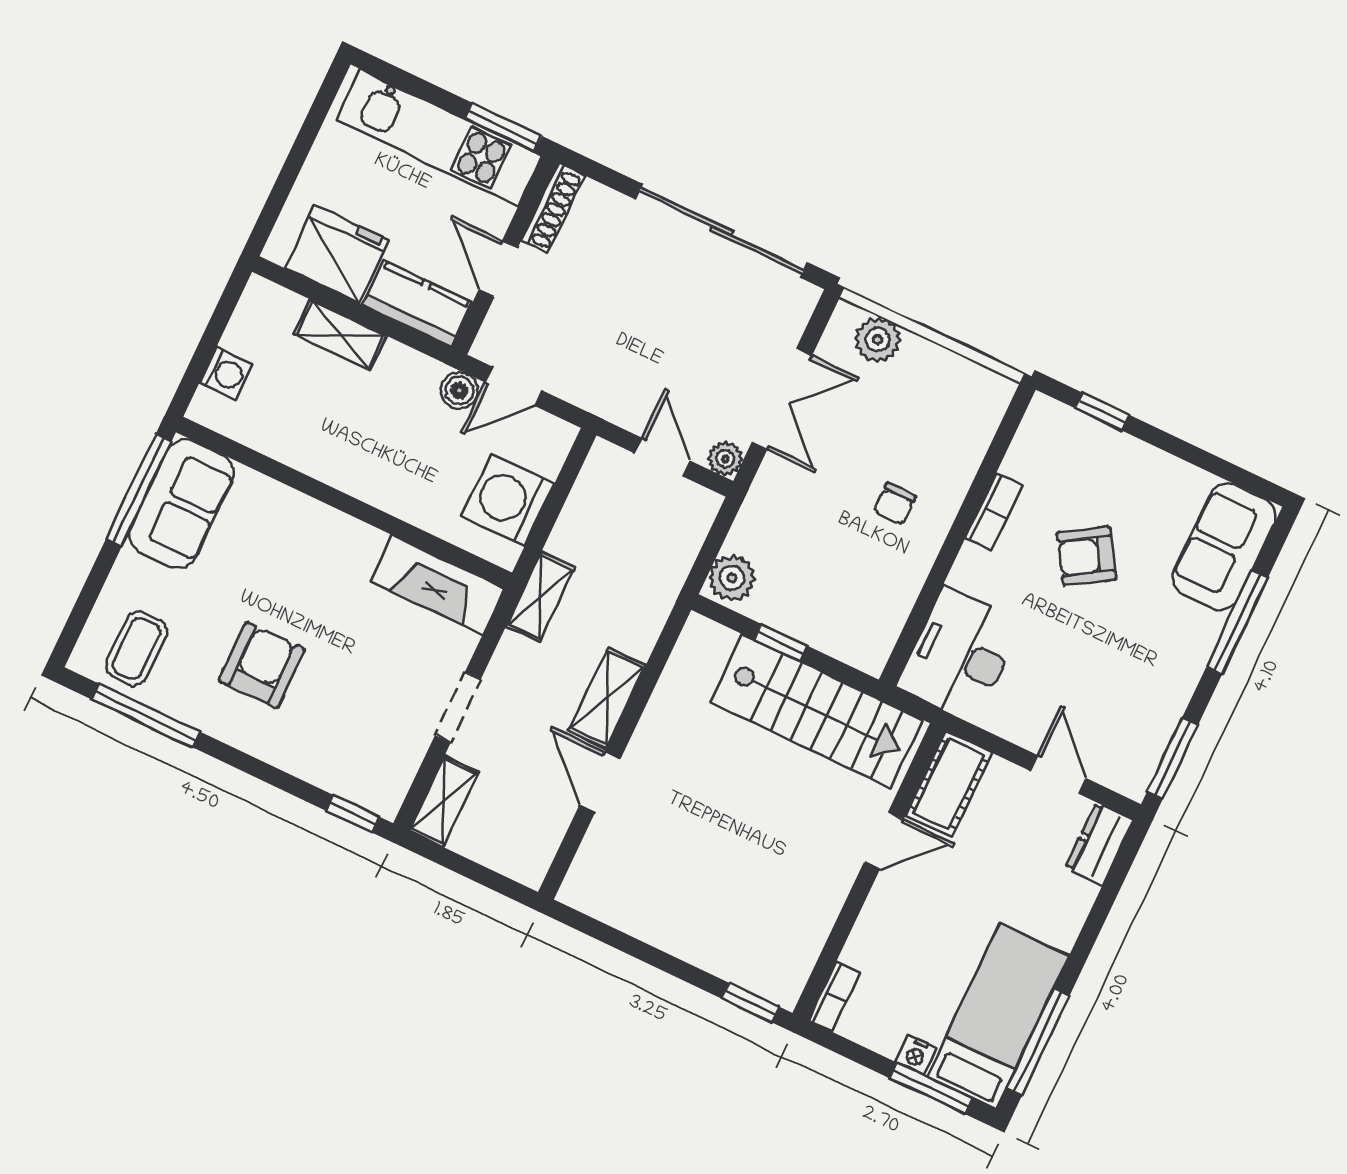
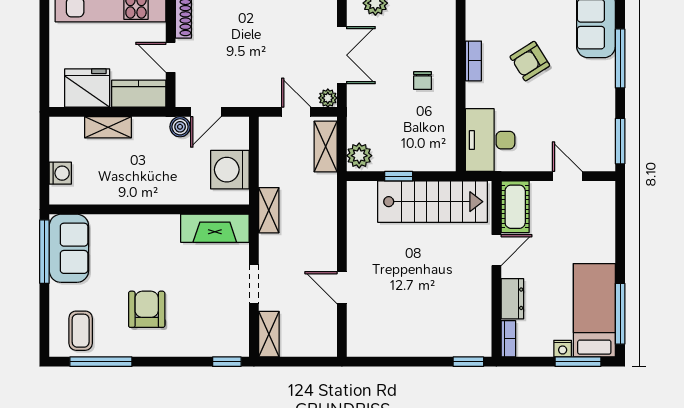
shelving: (607, 698) -> (326, 147), moved
dresser: (1099, 844) -> (512, 299), moved, turned 180

